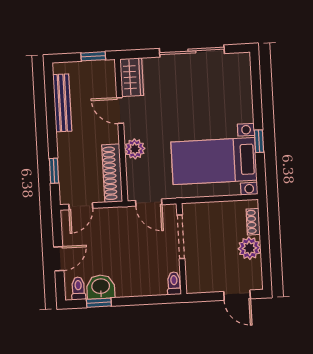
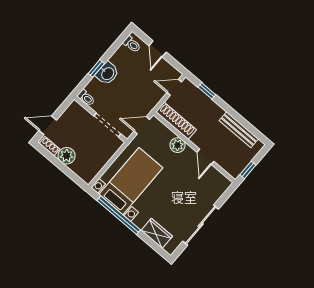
wardrobe: (132, 77) -> (157, 233), moved, turned 180
door: (120, 110) -> (205, 157), swing flipped
window: (259, 141) -> (119, 215), width x3.17
door: (81, 206) -> (174, 87), hinge flipped
shoe rack: (253, 222) -> (49, 146), moved
washbasin: (101, 287) -> (107, 73), moved
window: (99, 303) -> (96, 68), moved

